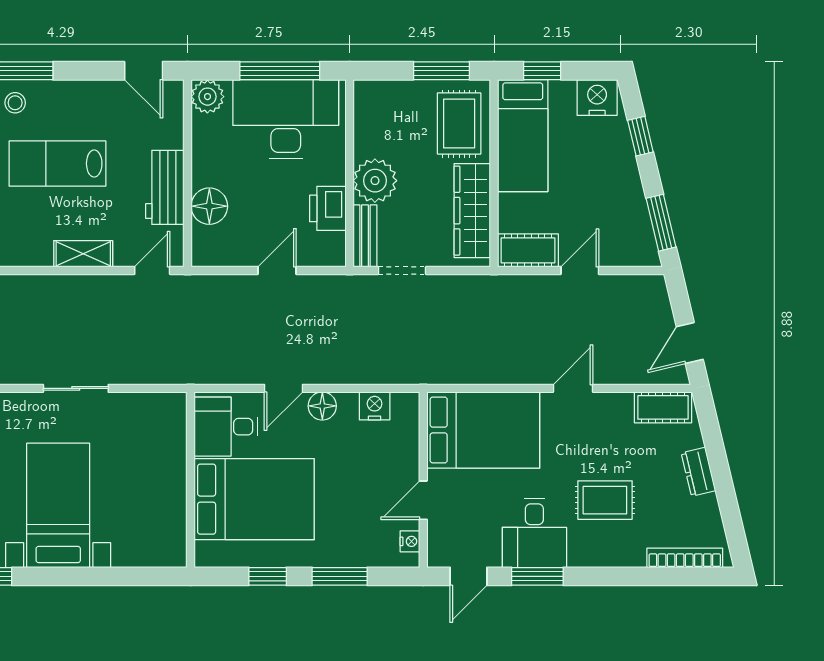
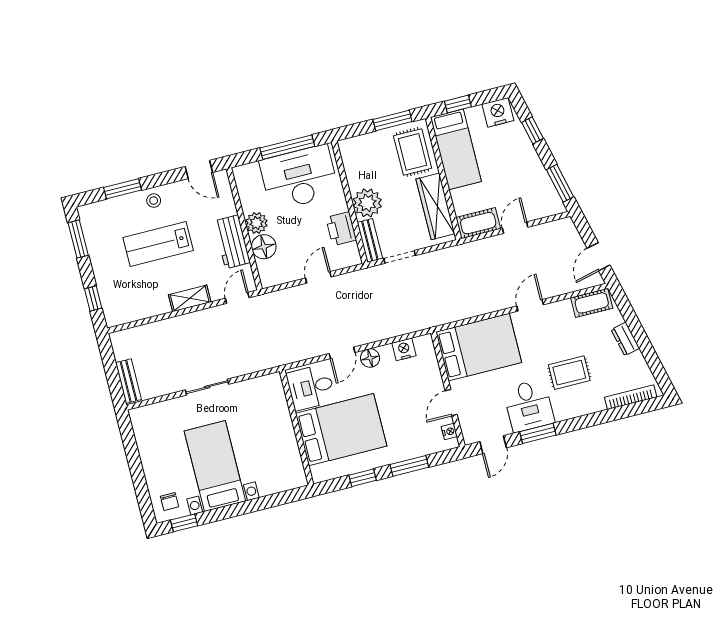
plant: (207, 97) -> (257, 223), moved
stool: (15, 103) -> (154, 201), moved

